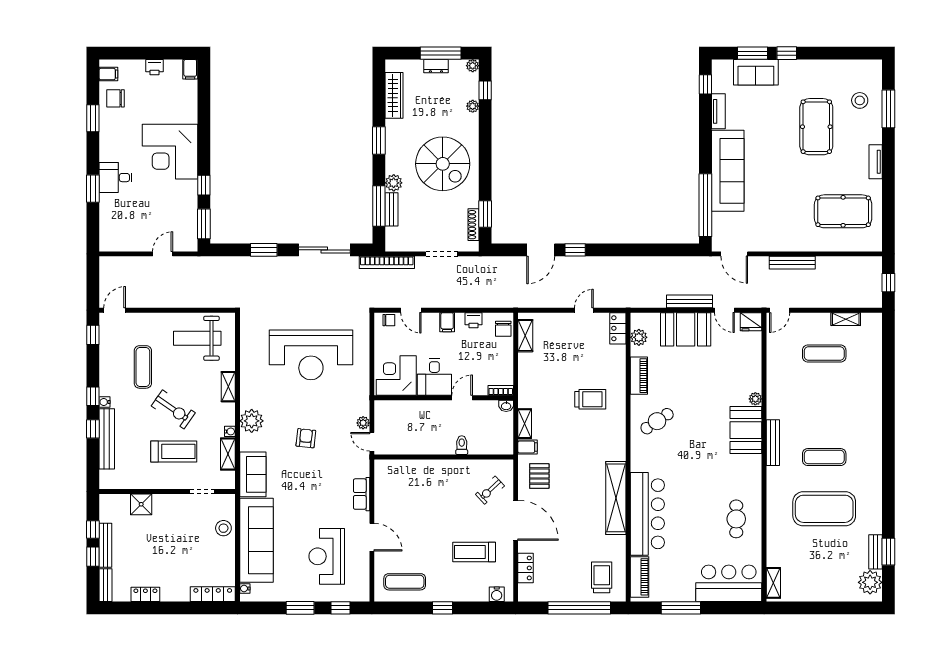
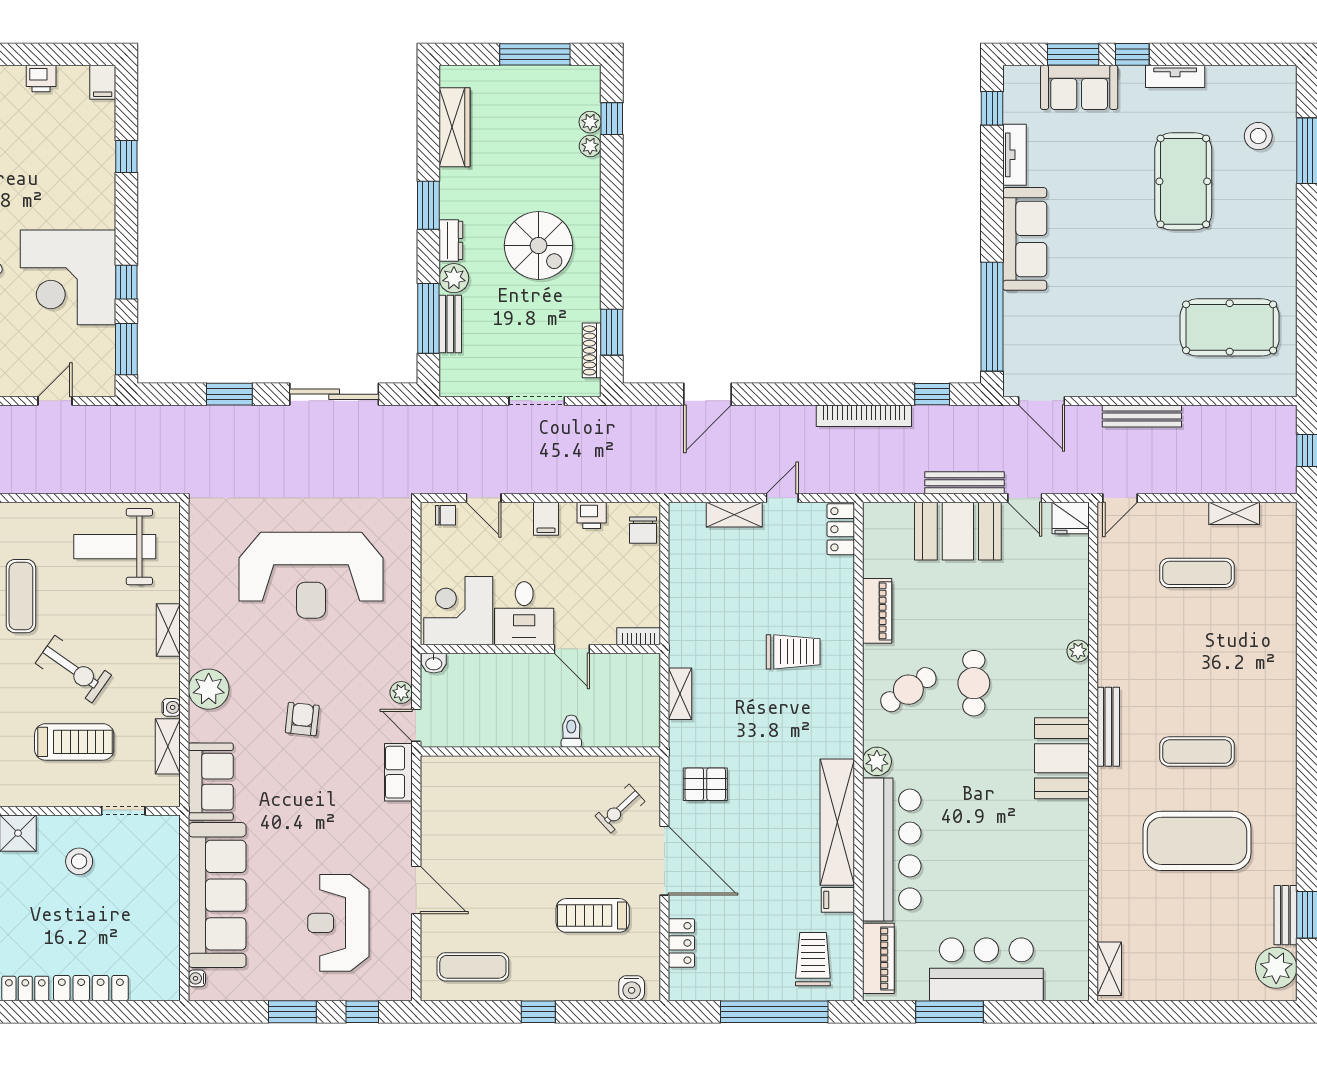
dresser: (436, 66) -> (451, 240), moved, turned -90
plant: (473, 66) -> (590, 122), moved
window: (204, 112) -> (126, 157), added
corner desk: (170, 152) -> (68, 277), moved
tv unit: (876, 162) -> (1175, 76), moved, turned -90
spiral stairs: (443, 164) -> (539, 245), width x0.73, depth x0.73
sofa: (728, 171) -> (1025, 239), width x0.74, depth x0.79
window: (575, 250) -> (932, 394), moved
bookcase: (387, 262) -> (864, 416), moved
shelving: (525, 336) -> (734, 515), moved, turned 90
plant: (639, 337) -> (877, 761), moved
door: (462, 398) -> (572, 649), swing flipped
washbasin: (506, 406) -> (434, 663), moved
booth: (746, 430) -> (1062, 758), moved
filing cabinet: (528, 447) -> (838, 900), moved, turned 180
pallet: (539, 476) -> (705, 784), turned 90
row of seats: (362, 494) -> (398, 772), moved
cafe table: (736, 519) -> (974, 683), moved
stool: (223, 528) -> (79, 861), moved
bar counter: (729, 583) -> (986, 969), moved
locker: (213, 594) -> (91, 988), moved

